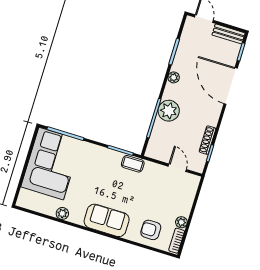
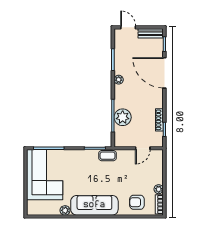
plant: (169, 111) -> (123, 117), moved
door: (177, 168) -> (143, 148), swing flipped
sofa: (107, 220) -> (94, 205), width x1.36

